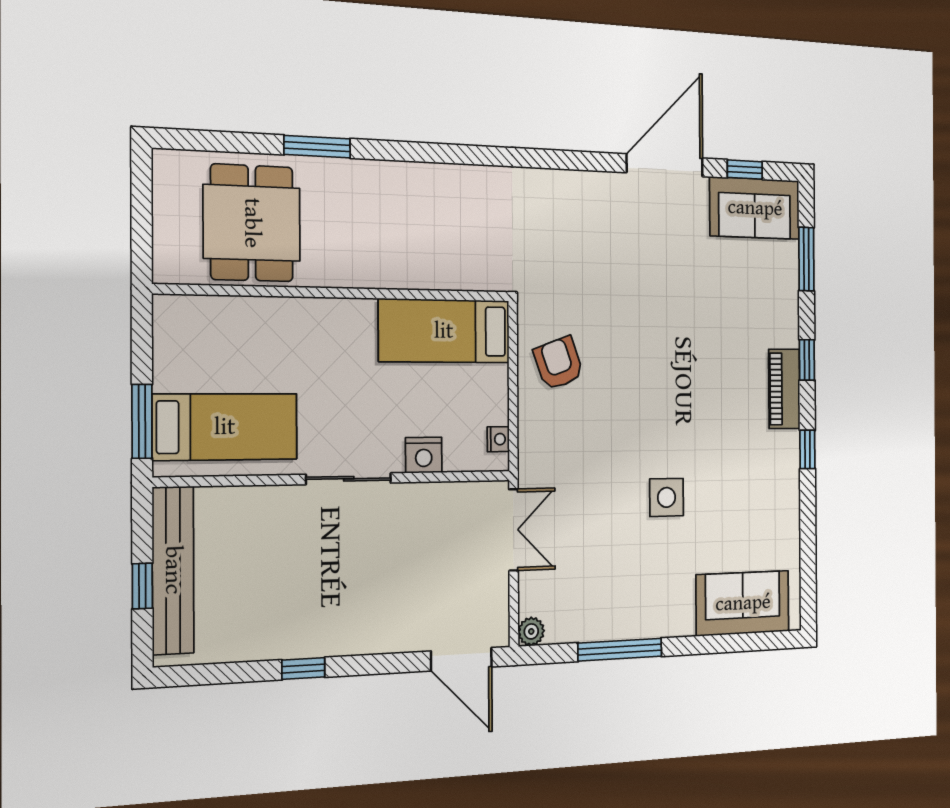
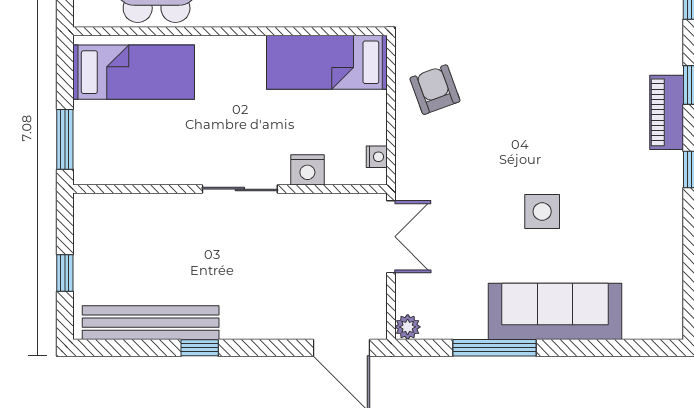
bed: (225, 427) -> (134, 72), moved
bench: (173, 570) -> (151, 323), moved, turned 90
sofa: (743, 603) -> (555, 311), moved, width x1.36

